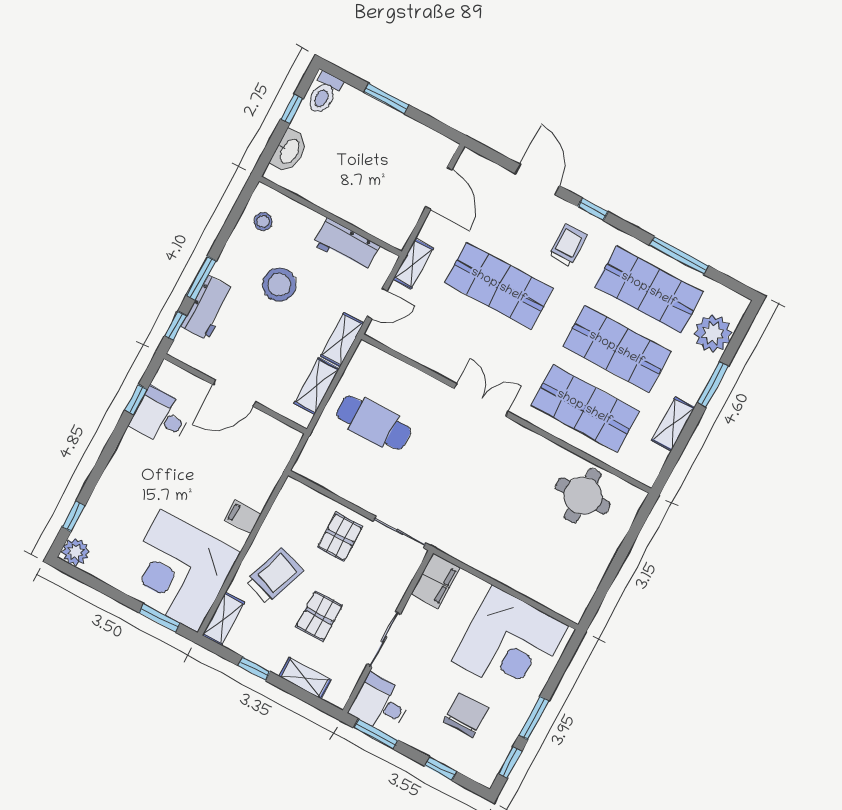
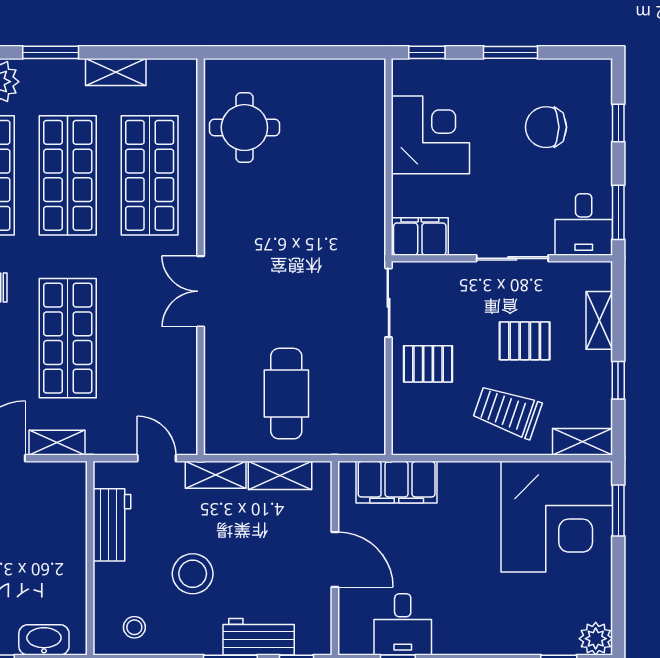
shelving: (413, 264) -> (57, 443), moved
filing cabinet: (243, 517) -> (397, 482), moved, width x3.00, depth x1.17
corner desk: (510, 644) -> (430, 135), width x0.74, depth x0.74
window: (510, 762) -> (427, 52), moved

